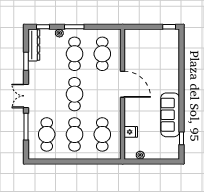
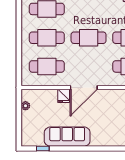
door: (123, 84) -> (84, 87), moved
fridge: (131, 132) -> (64, 96), moved

